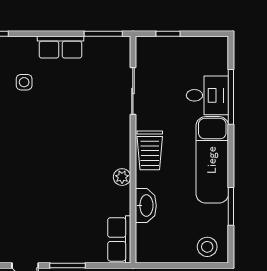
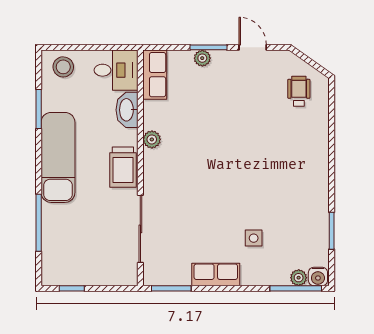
window: (168, 34) -> (72, 288), moved
sliding door: (133, 91) -> (140, 229), width x1.37
desk: (207, 95) -> (116, 70), moved, turned 180
trolley: (150, 150) -> (123, 167), turned 180
plant: (73, 255) -> (202, 58), added

